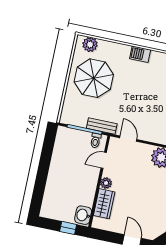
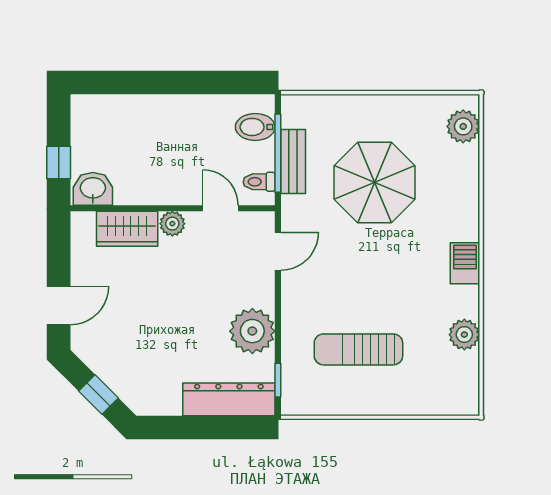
barbecue: (140, 54) -> (465, 263), moved
parasol: (94, 78) -> (375, 182), moved
bench: (102, 126) -> (293, 161), moved
bidet: (71, 137) -> (255, 127), added

